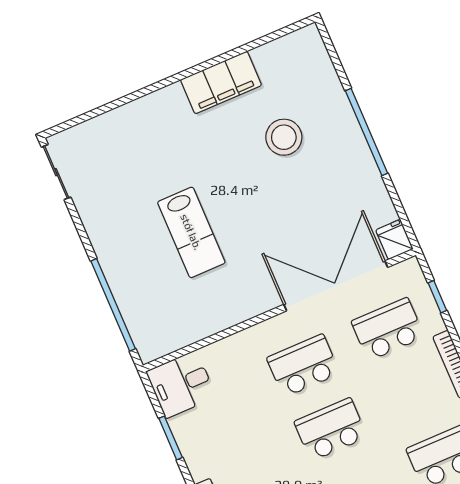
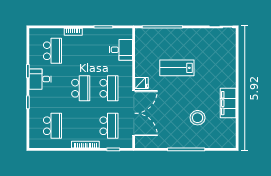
fridge: (394, 239) -> (141, 83), moved
desk: (181, 384) -> (121, 50), moved, turned 90

